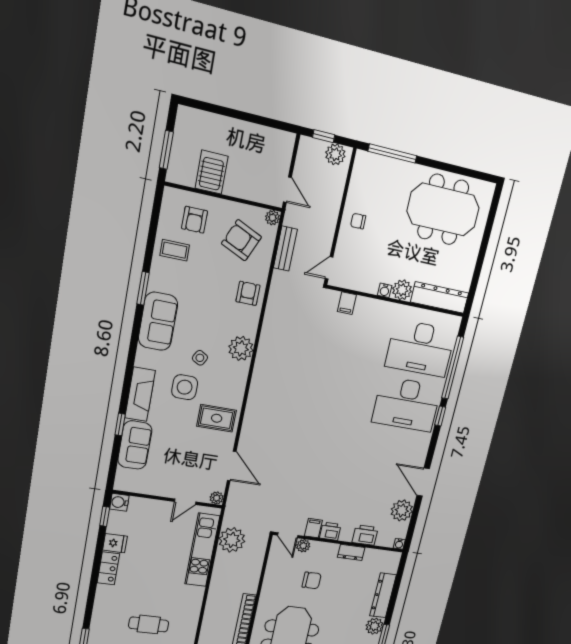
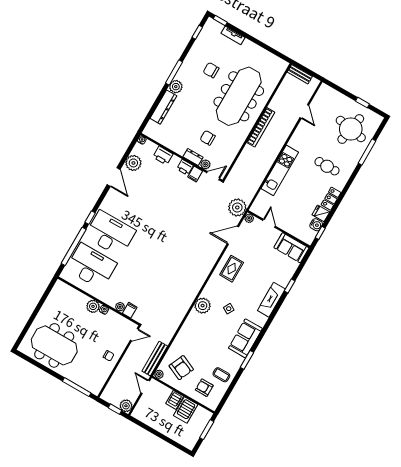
plant: (335, 154) -> (126, 406), moved
server rack: (235, 183) -> (175, 400), added
armchair: (195, 220) -> (204, 388), turned -90
bench: (285, 249) -> (155, 359), width x1.36
armchair: (248, 293) -> (188, 336), removed
dresser: (440, 298) -> (70, 294), removed
plant: (363, 303) -> (120, 307), added
side table: (185, 387) -> (244, 294), removed
rug: (217, 418) -> (232, 269), turned 90
sofa: (135, 445) -> (291, 248), moved, turned -90
door: (232, 466) -> (233, 235), hinge flipped
water cooler: (119, 502) -> (316, 225), moved
door: (185, 502) -> (269, 223), hinge flipped
door: (288, 535) -> (213, 176), hinge flipped
plant: (232, 540) -> (237, 207), moved
kitchen unit: (202, 550) -> (280, 170), moved
dresser: (351, 552) -> (193, 157), moved
cafe table: (149, 624) -> (327, 166), moved

